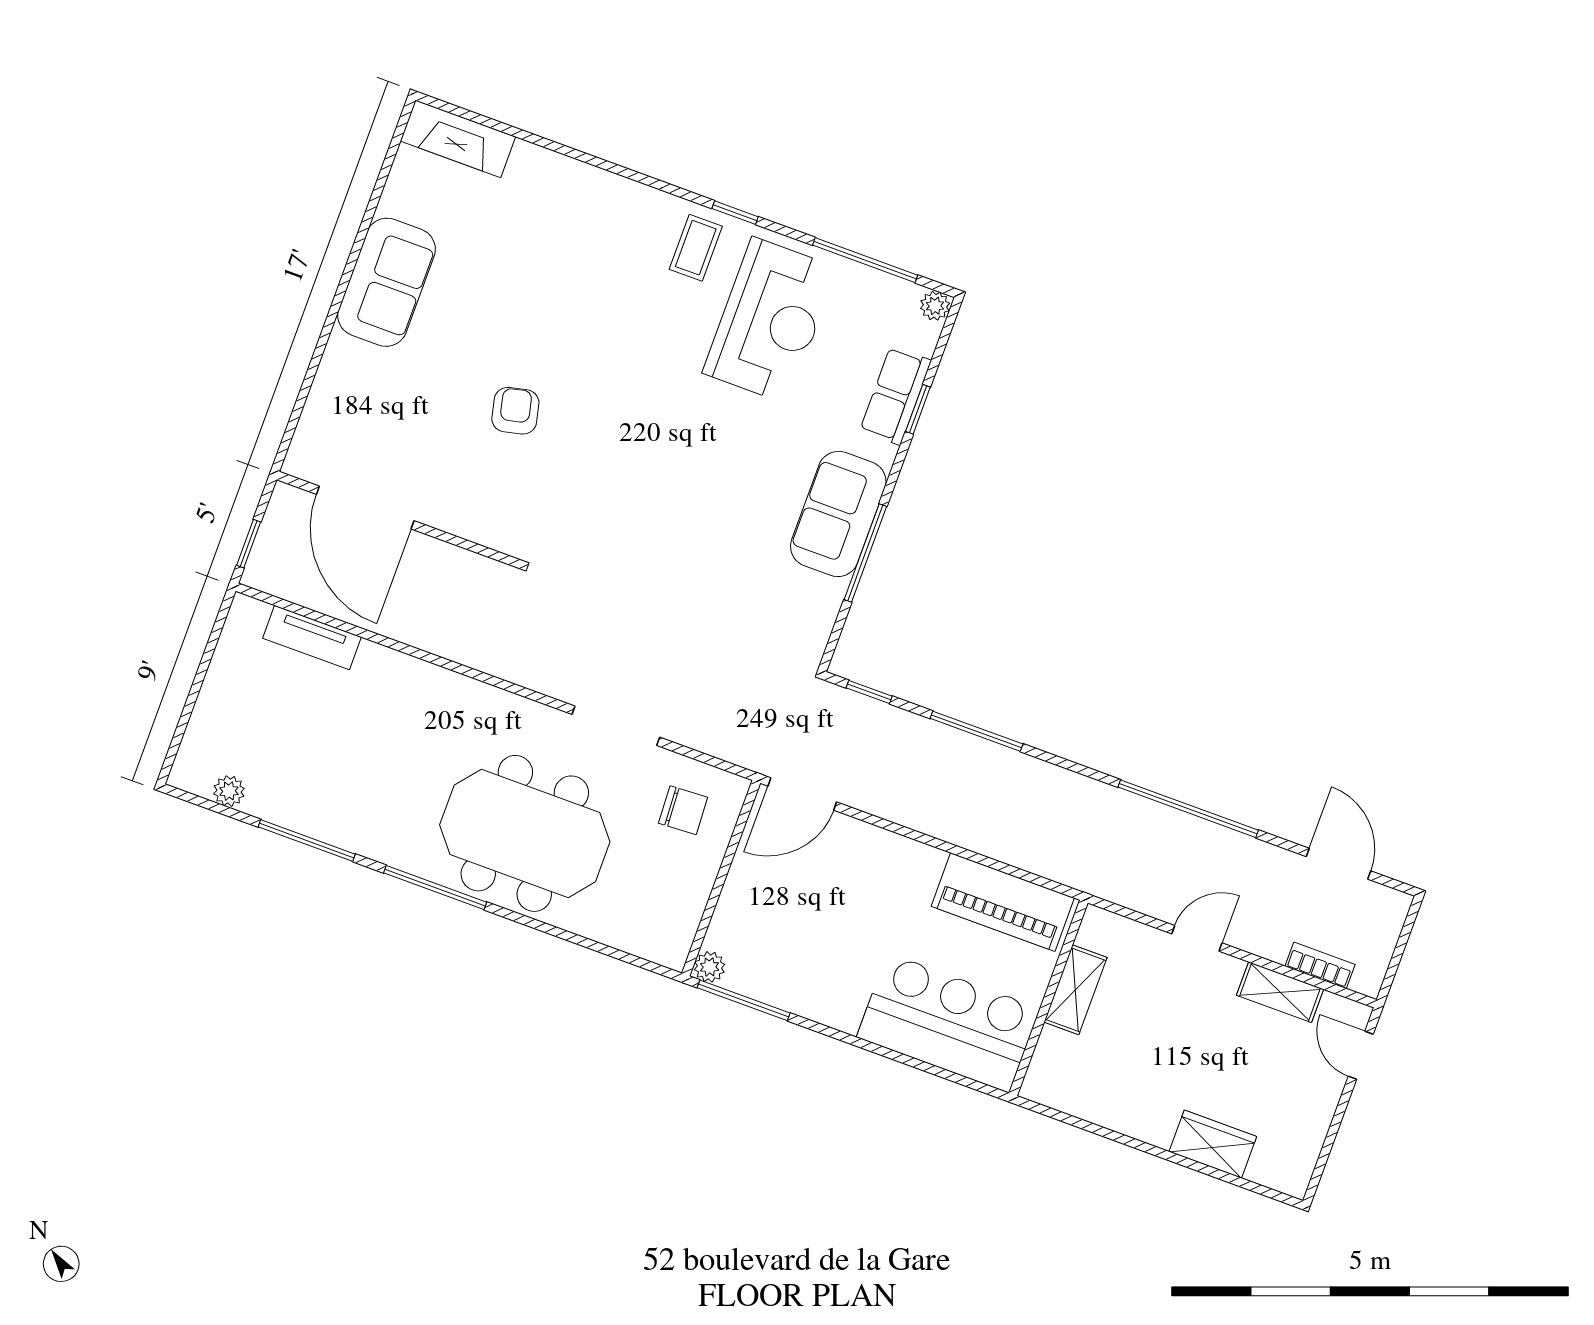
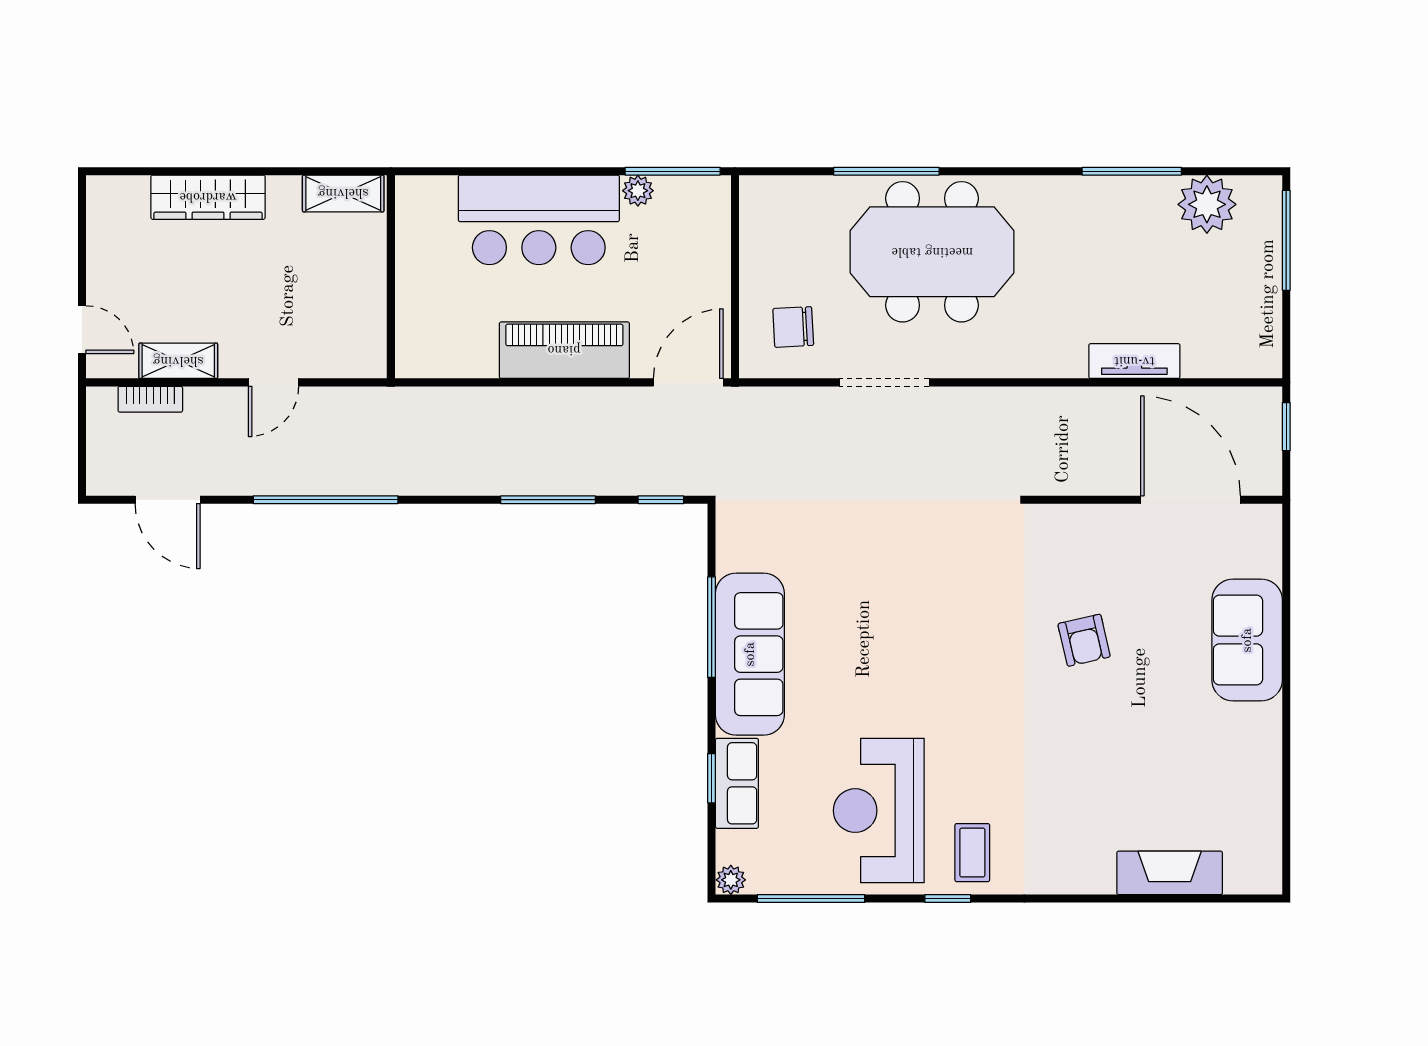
fireplace: (458, 139) -> (1170, 873), moved
sofa: (387, 282) -> (1247, 640), moved
sofa: (838, 514) -> (750, 654), width x1.36
tv unit: (312, 638) -> (1134, 361), moved
window: (184, 721) -> (1286, 240), added
plant: (229, 791) -> (1207, 204), width x1.88, depth x1.88
window: (435, 887) -> (886, 171), moved
piano: (1003, 902) -> (564, 350), moved
plant: (709, 967) -> (638, 191), moved
shelving: (1075, 990) -> (343, 193), moved, turned 90
bar counter: (948, 1023) -> (539, 220), moved
wardrobe: (1213, 1144) -> (208, 197), width x1.50

